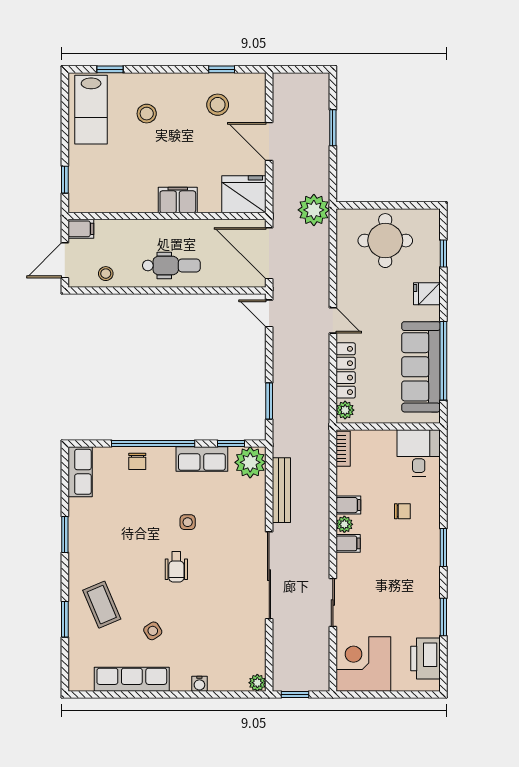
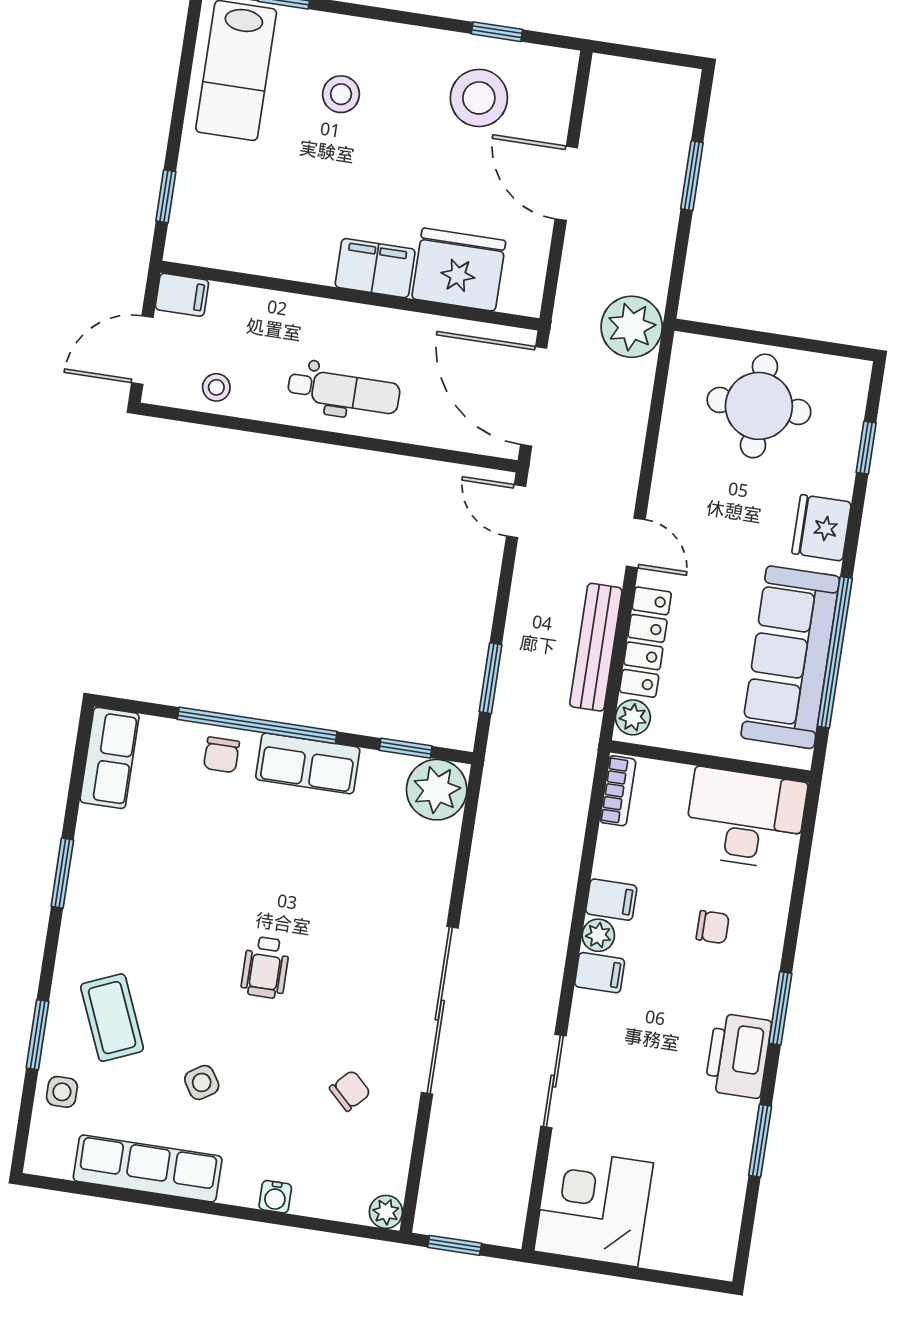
stool: (218, 105) -> (479, 98), width x1.38, depth x1.38
fridge: (244, 194) -> (459, 270), moved
fridge: (427, 294) -> (822, 528), width x1.38
desk: (419, 453) -> (745, 819), width x1.37
row of seats: (202, 459) -> (308, 763), moved
bench: (281, 490) -> (596, 647), moved
side table: (188, 522) -> (62, 1092), moved
chair: (229, 623) -> (350, 1091), added
printer: (426, 658) -> (738, 1056), moved

